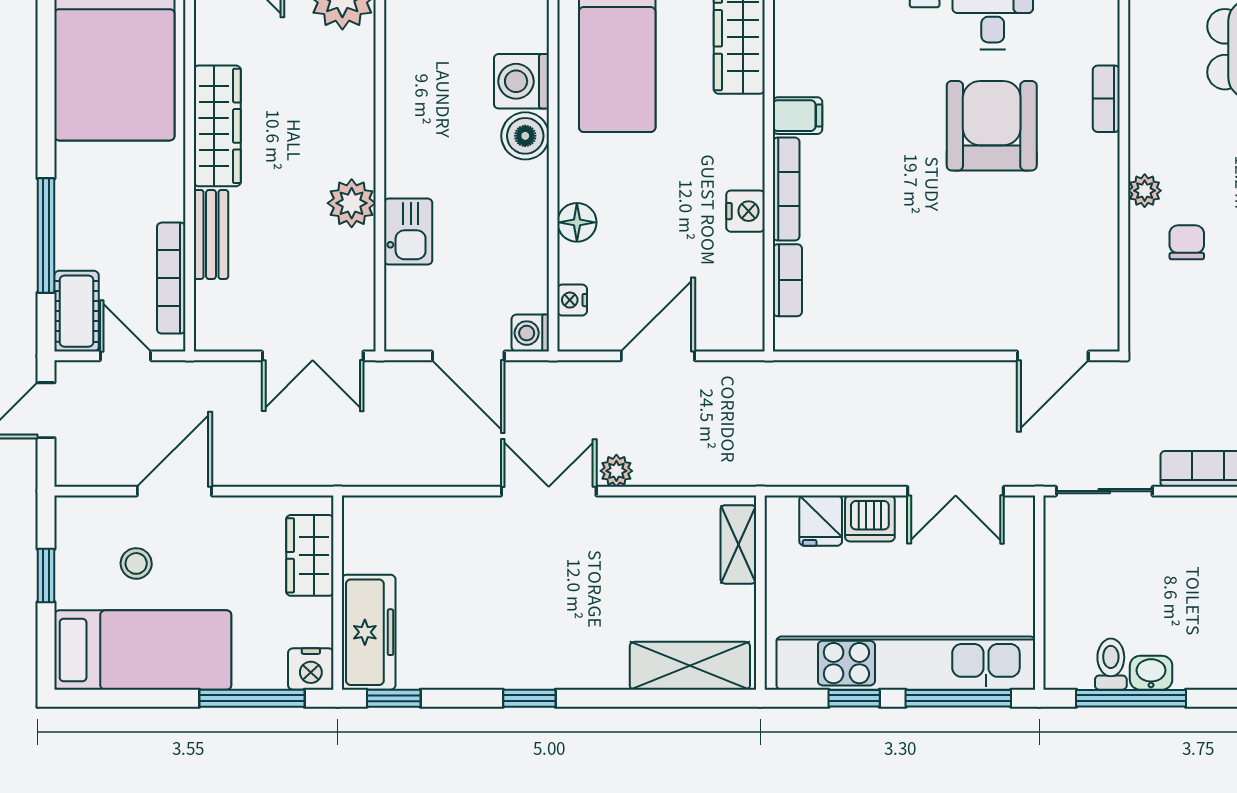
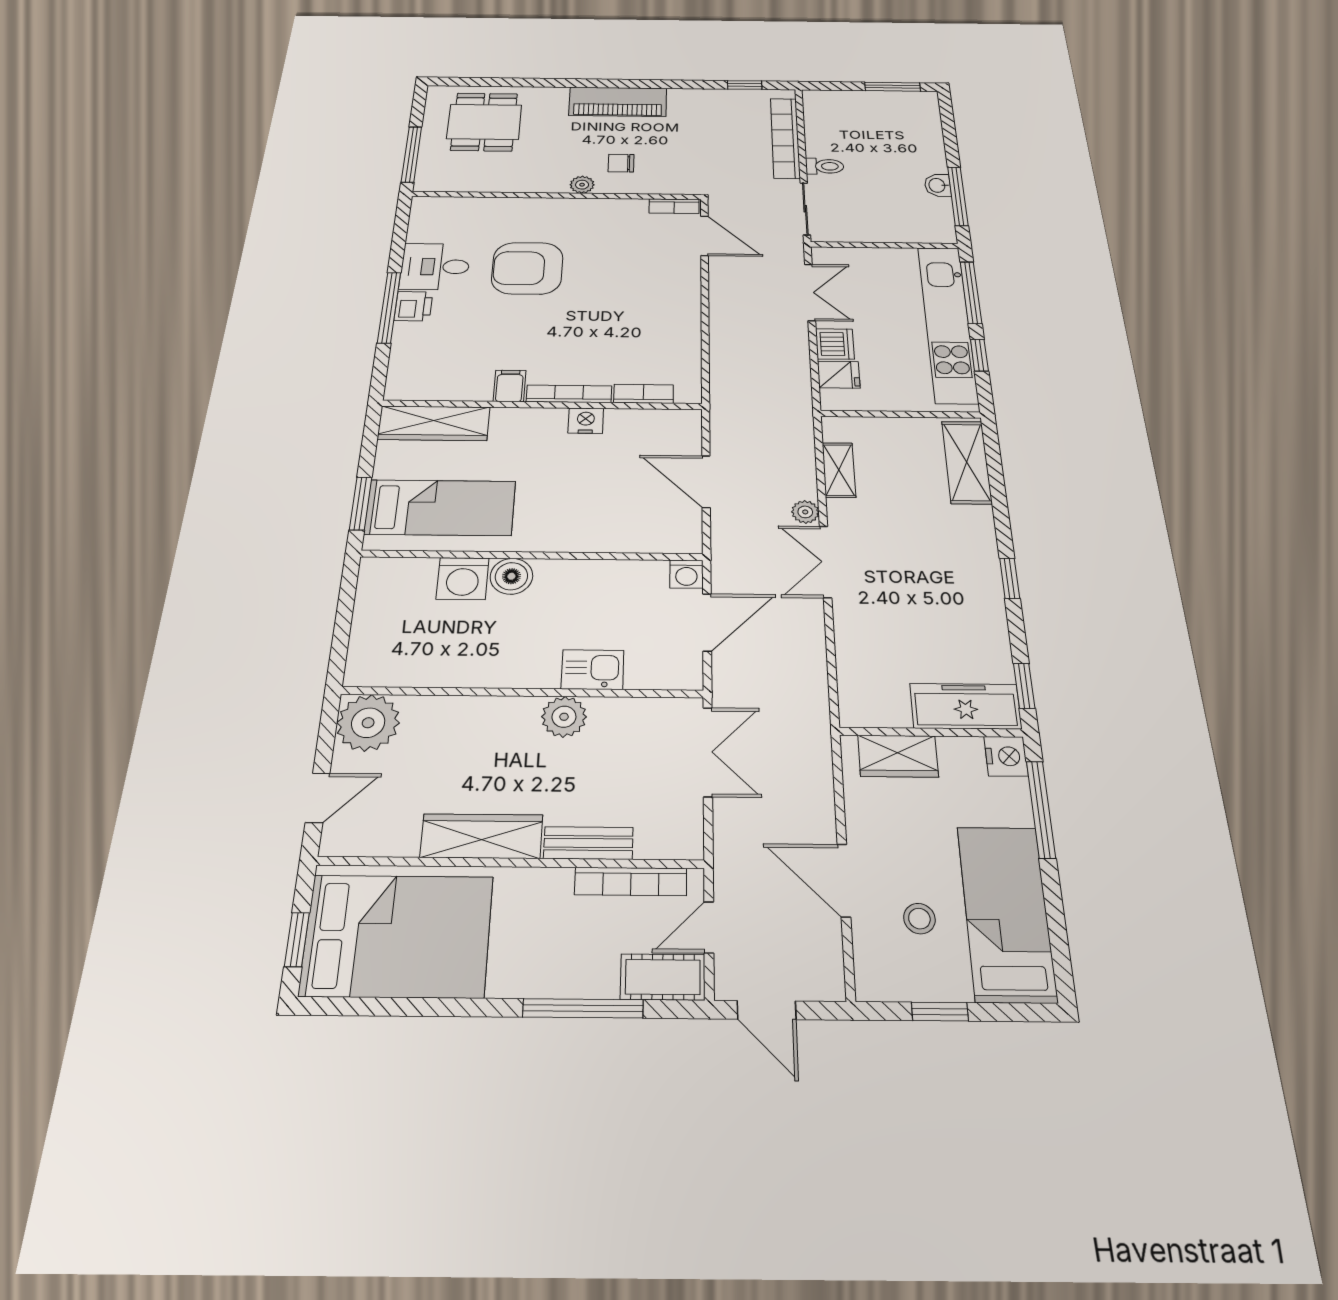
bookcase: (1106, 99) -> (674, 206), moved
floor lamp: (577, 222) -> (590, 538), removed
nightstand: (572, 300) -> (658, 543), removed
shelving: (738, 544) -> (839, 470), moved, turned 90
toilet: (1111, 664) -> (825, 166), moved, turned 180

